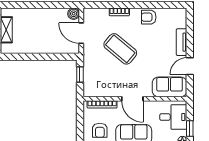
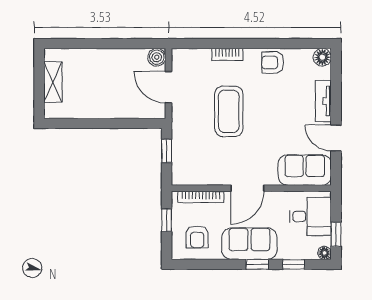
floor lamp: (181, 14) -> (322, 57), added
coffee table: (120, 49) -> (229, 111), turned 50
door: (190, 66) -> (336, 138), hinge flipped
door: (132, 99) -> (247, 188), hinge flipped
window: (80, 120) -> (167, 220), added

